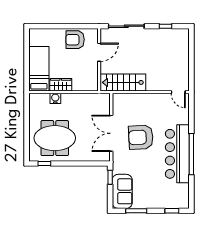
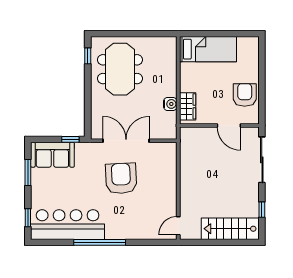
stairs: (123, 82) -> (230, 229), moved, turned -90
wardrobe: (61, 85) -> (188, 106), moved
water cooler: (55, 98) -> (170, 104), moved
bar counter: (177, 154) -> (68, 225), moved

